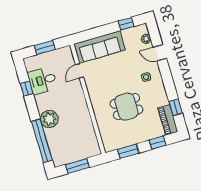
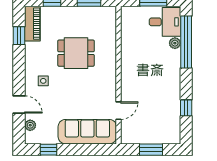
desk: (42, 80) -> (165, 22), moved
plant: (49, 119) -> (175, 43), moved, width x0.53, depth x0.53

